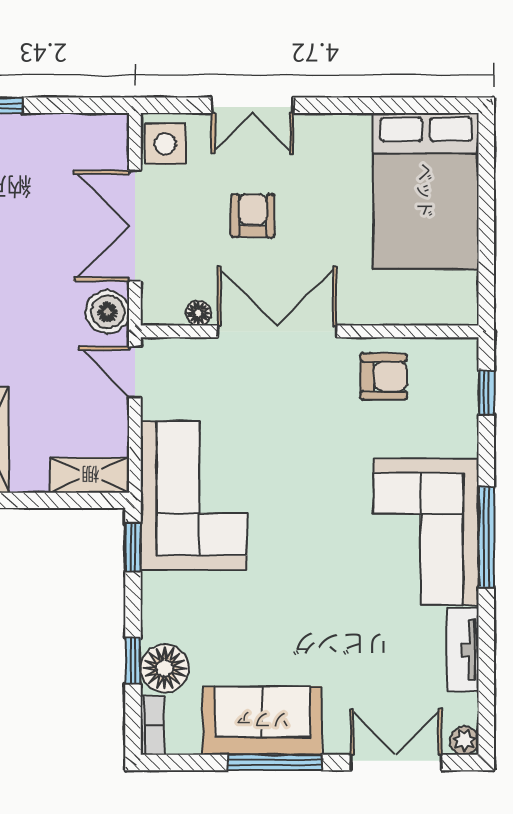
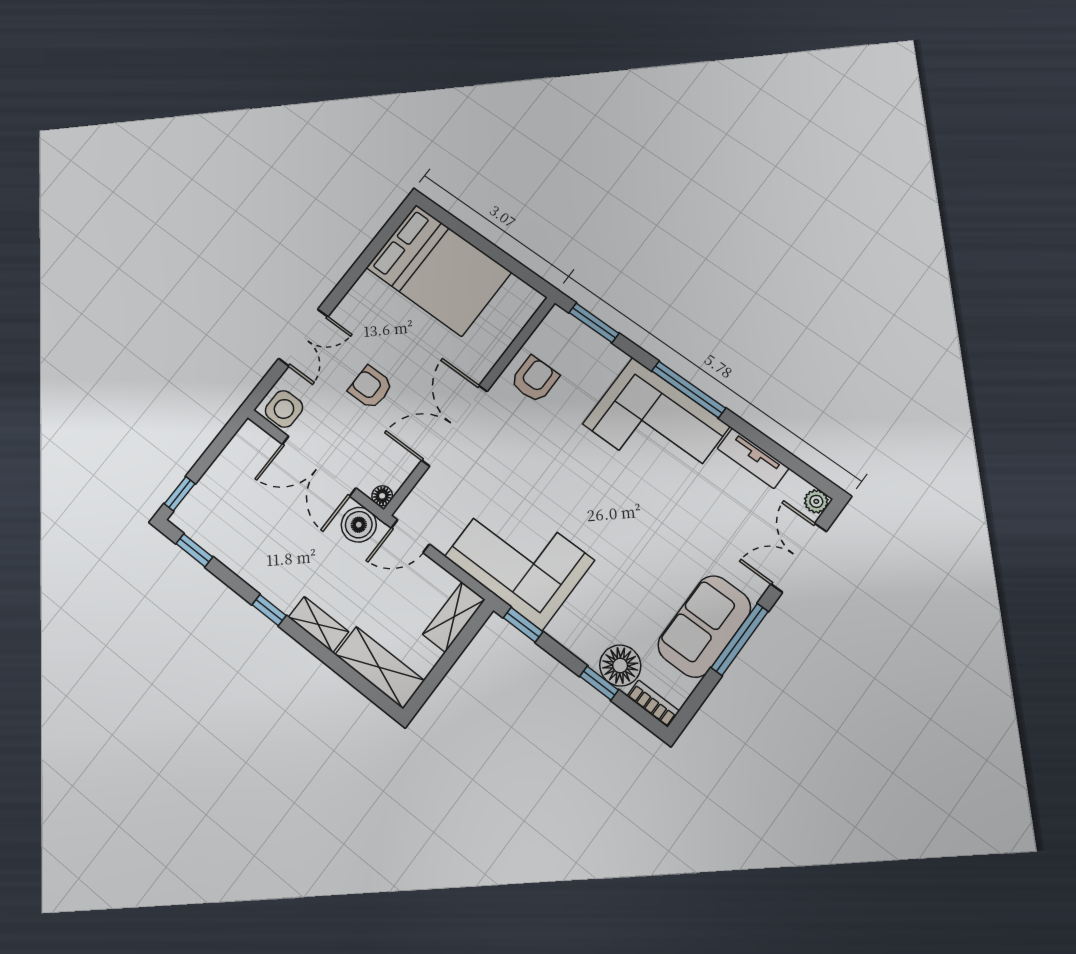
floor lamp: (198, 313) -> (382, 496), moved
window: (486, 393) -> (594, 323), width x1.50

